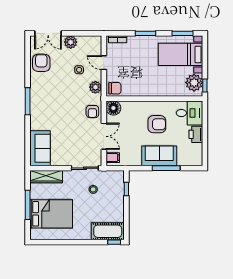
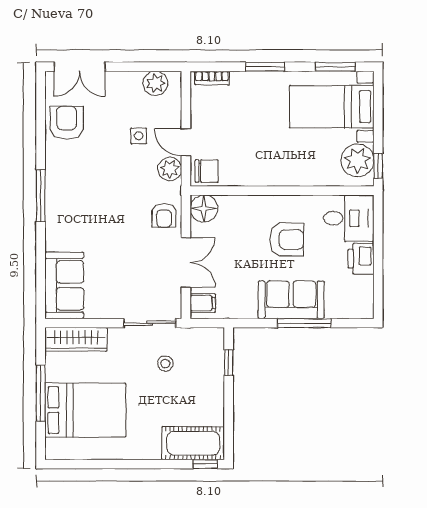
plant: (71, 42) -> (155, 83), moved
door: (104, 63) -> (186, 142), moved

